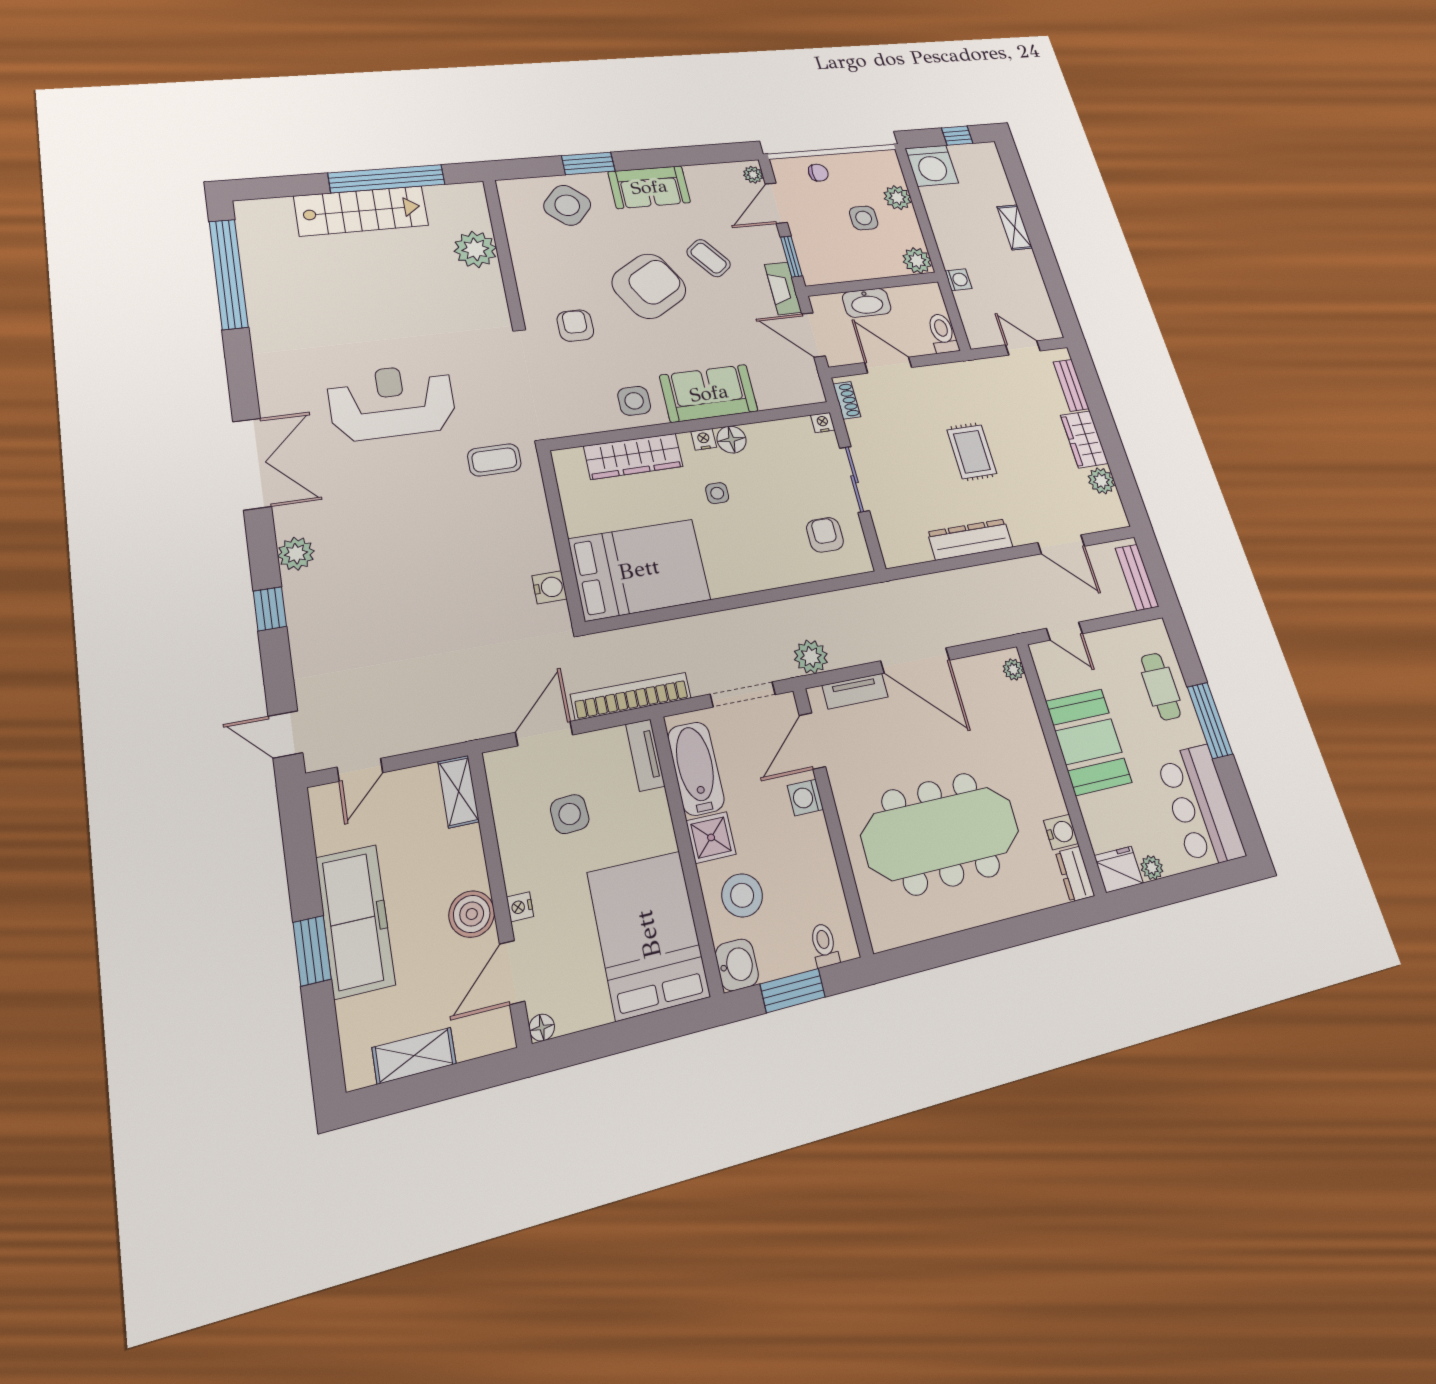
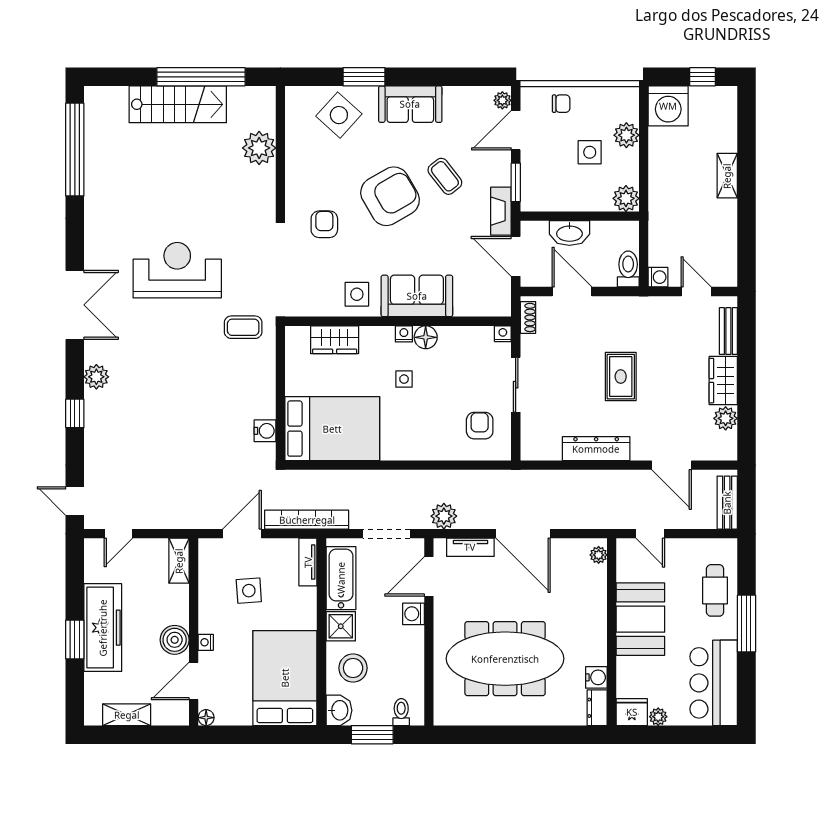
washing machine: (958, 280) -> (658, 277), moved
wardrobe: (633, 456) -> (335, 340), width x0.67

